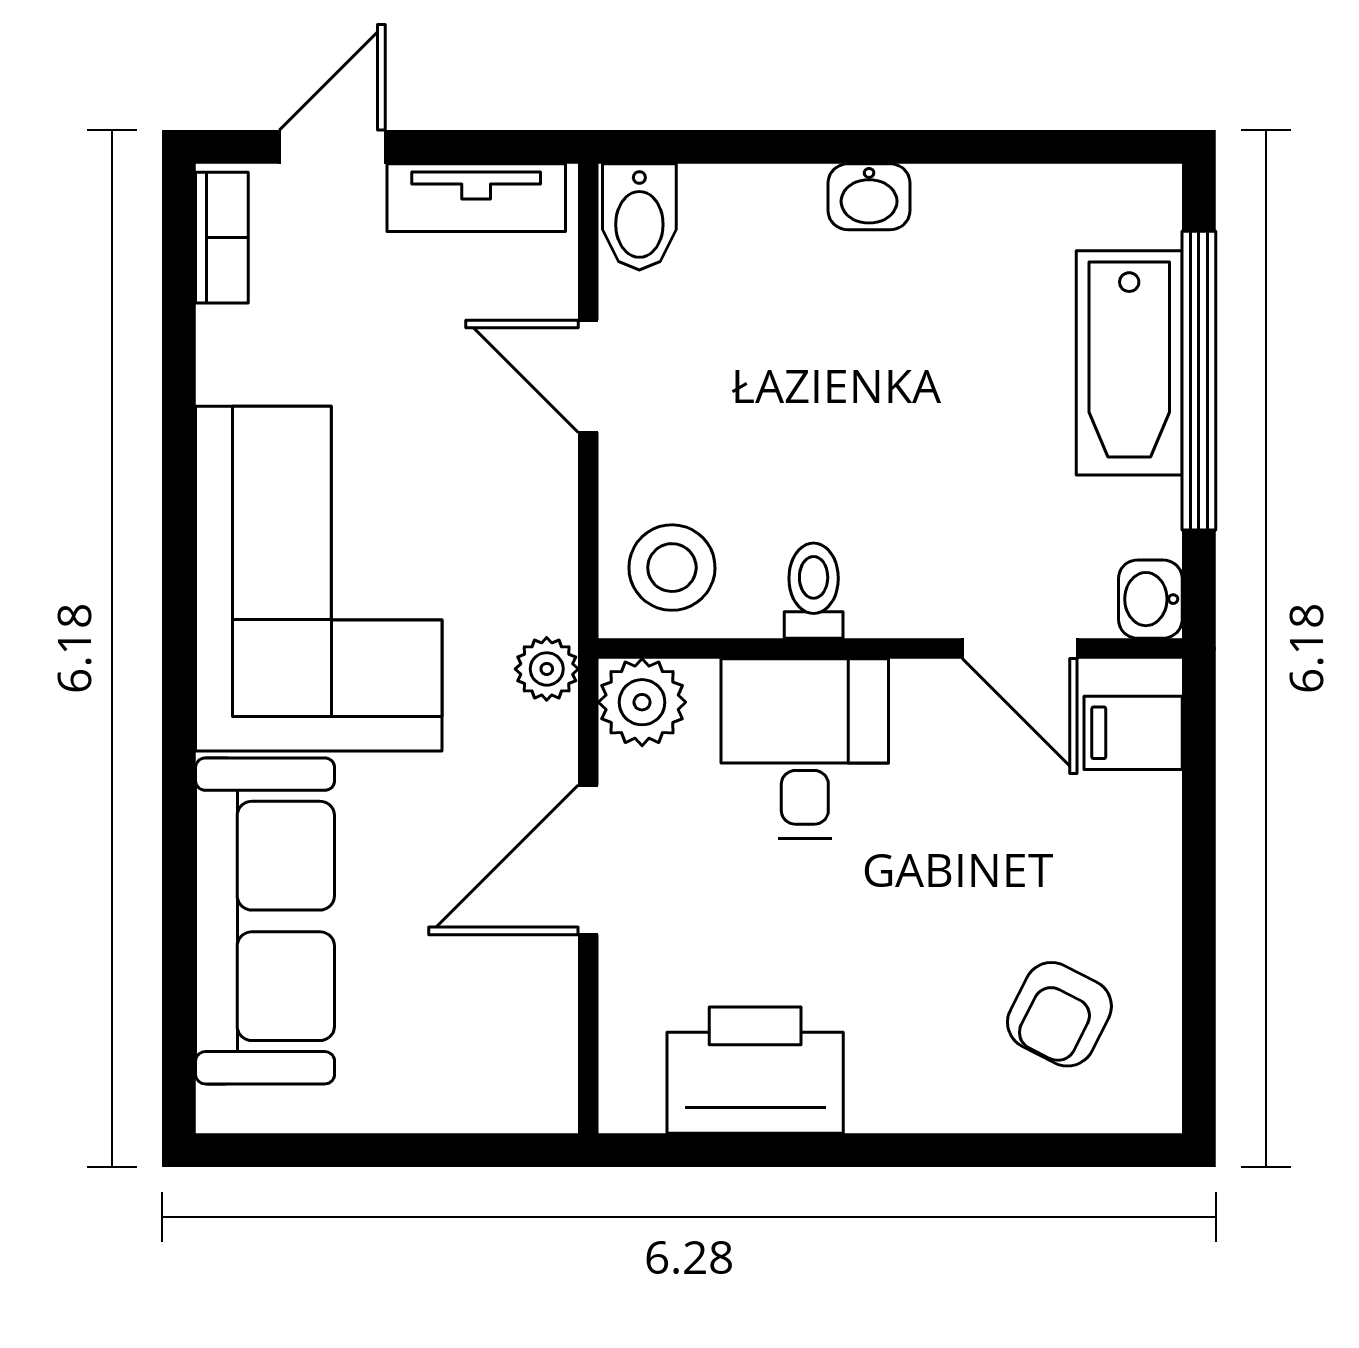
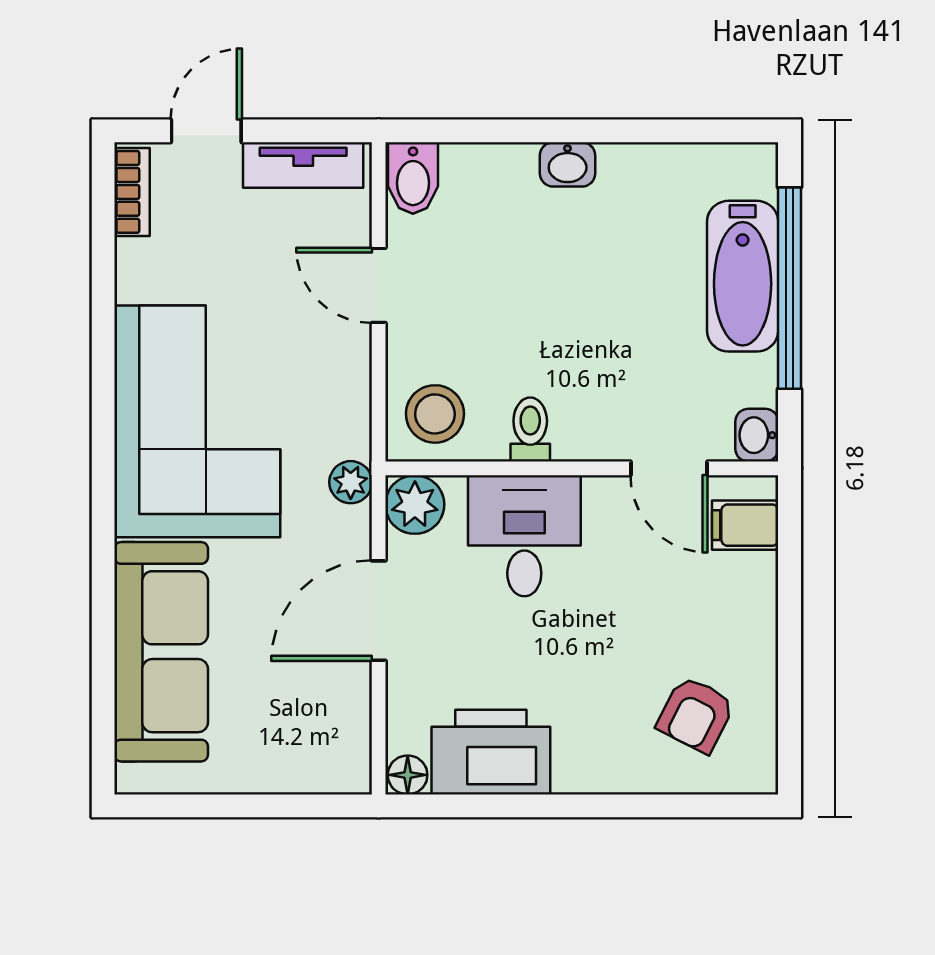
floor lamp: (631, 1104) -> (408, 775), added

